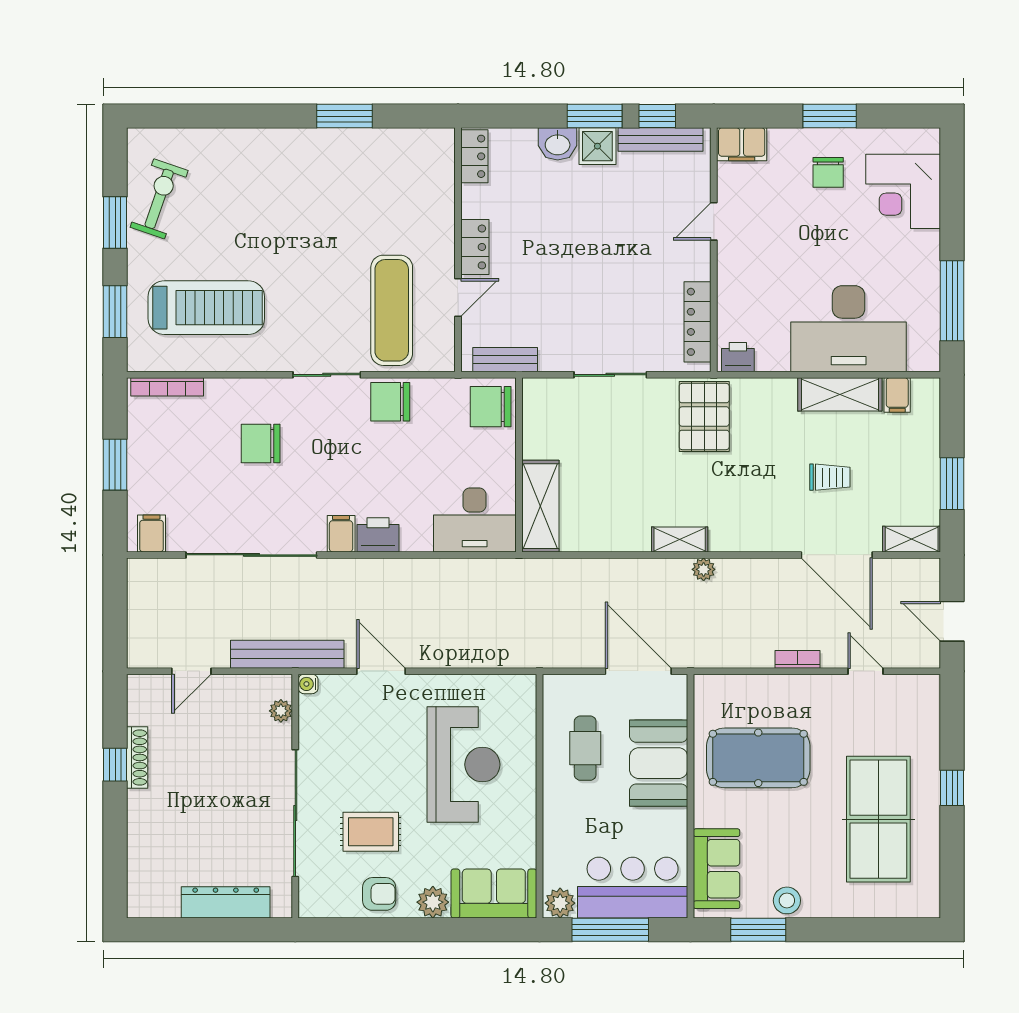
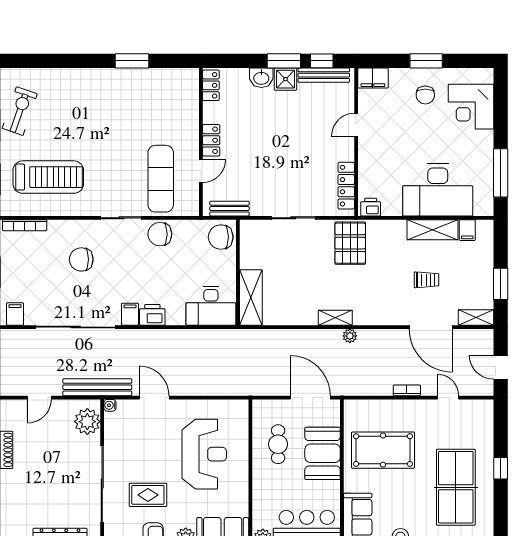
plant: (281, 711) -> (87, 422), width x1.88, depth x1.88

